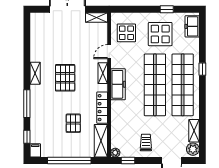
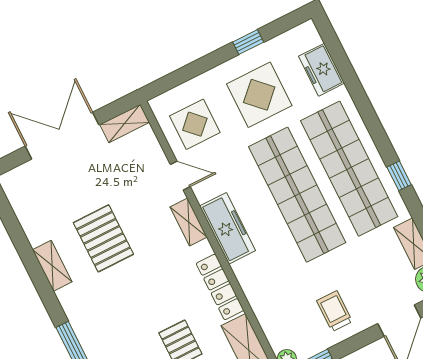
freezer: (192, 26) -> (322, 70), moved
door: (109, 52) -> (180, 176), swing flipped
window: (202, 69) -> (399, 176), moved
shelving: (35, 73) -> (52, 266), moved
pallet: (65, 78) -> (103, 238), moved

